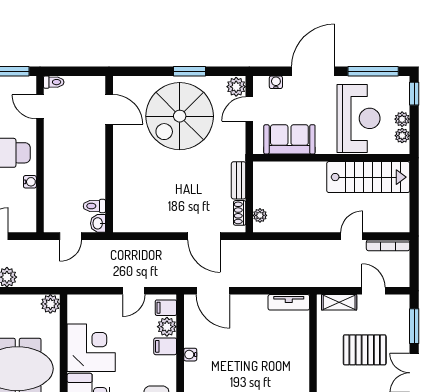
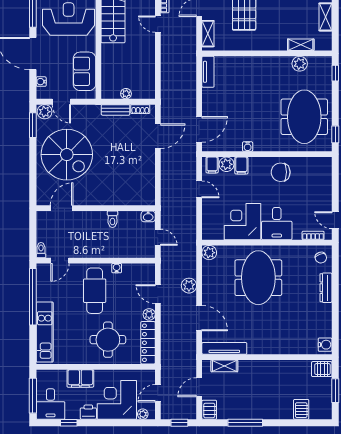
window: (189, 71) -> (33, 125), moved
toilet: (94, 206) -> (112, 219), moved
plant: (260, 215) -> (126, 94), moved

